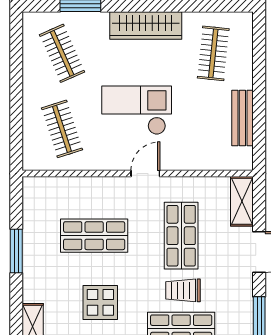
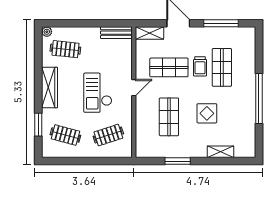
plant: (244, 20) -> (47, 32), added
clothes rail: (62, 53) -> (65, 135), turned 39
bench: (242, 118) -> (116, 33), moved
door: (145, 174) -> (134, 88), swing flipped

